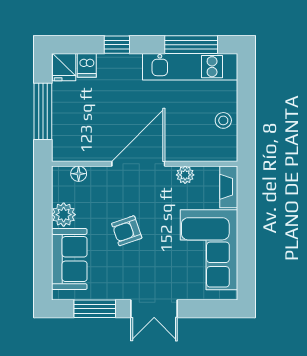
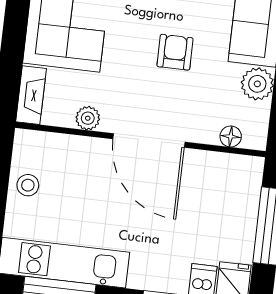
door: (138, 164) -> (149, 140), hinge flipped
armchair: (127, 231) -> (175, 52), turned -71

